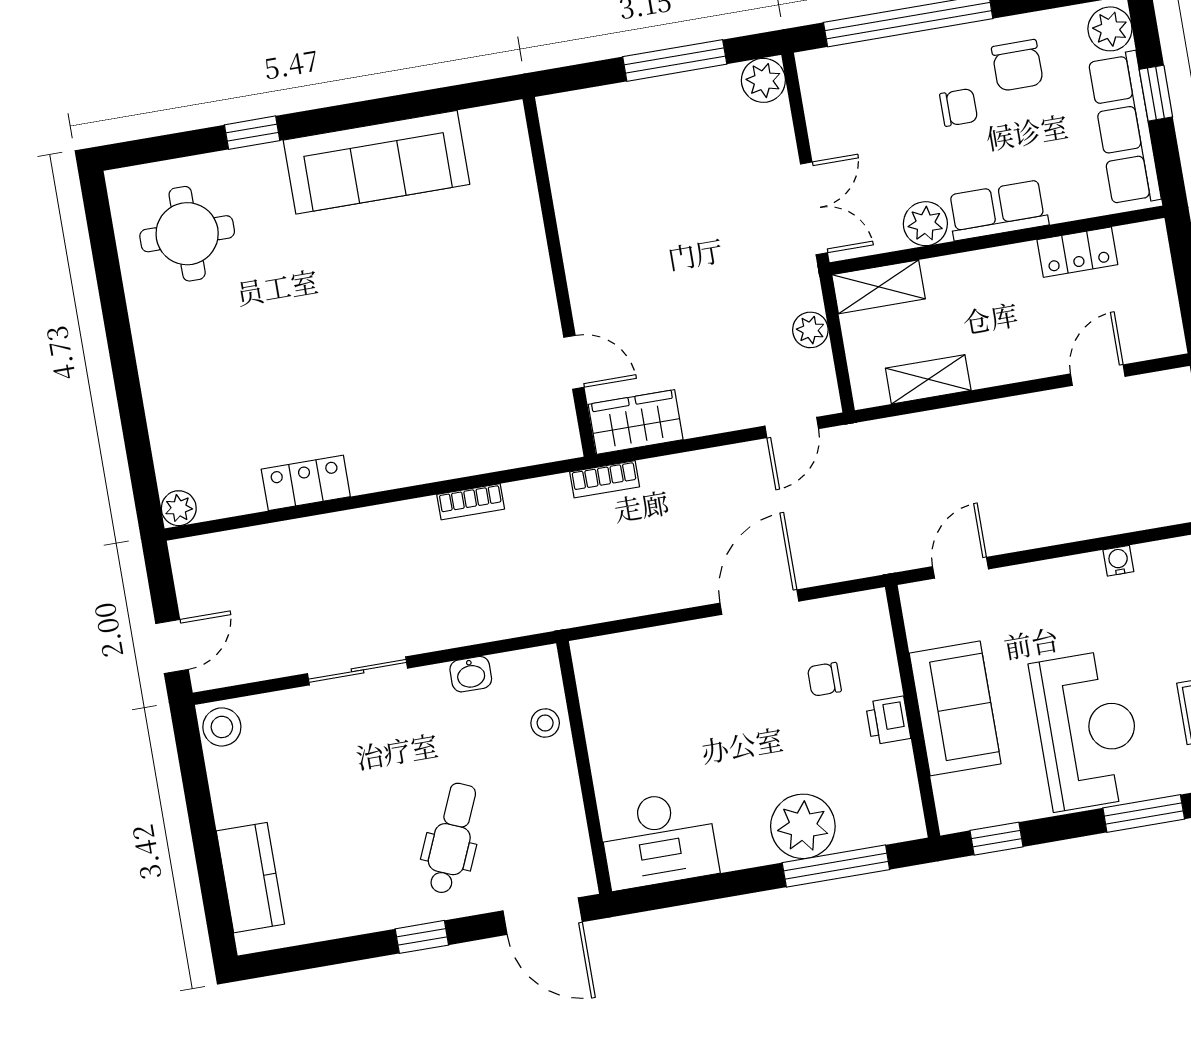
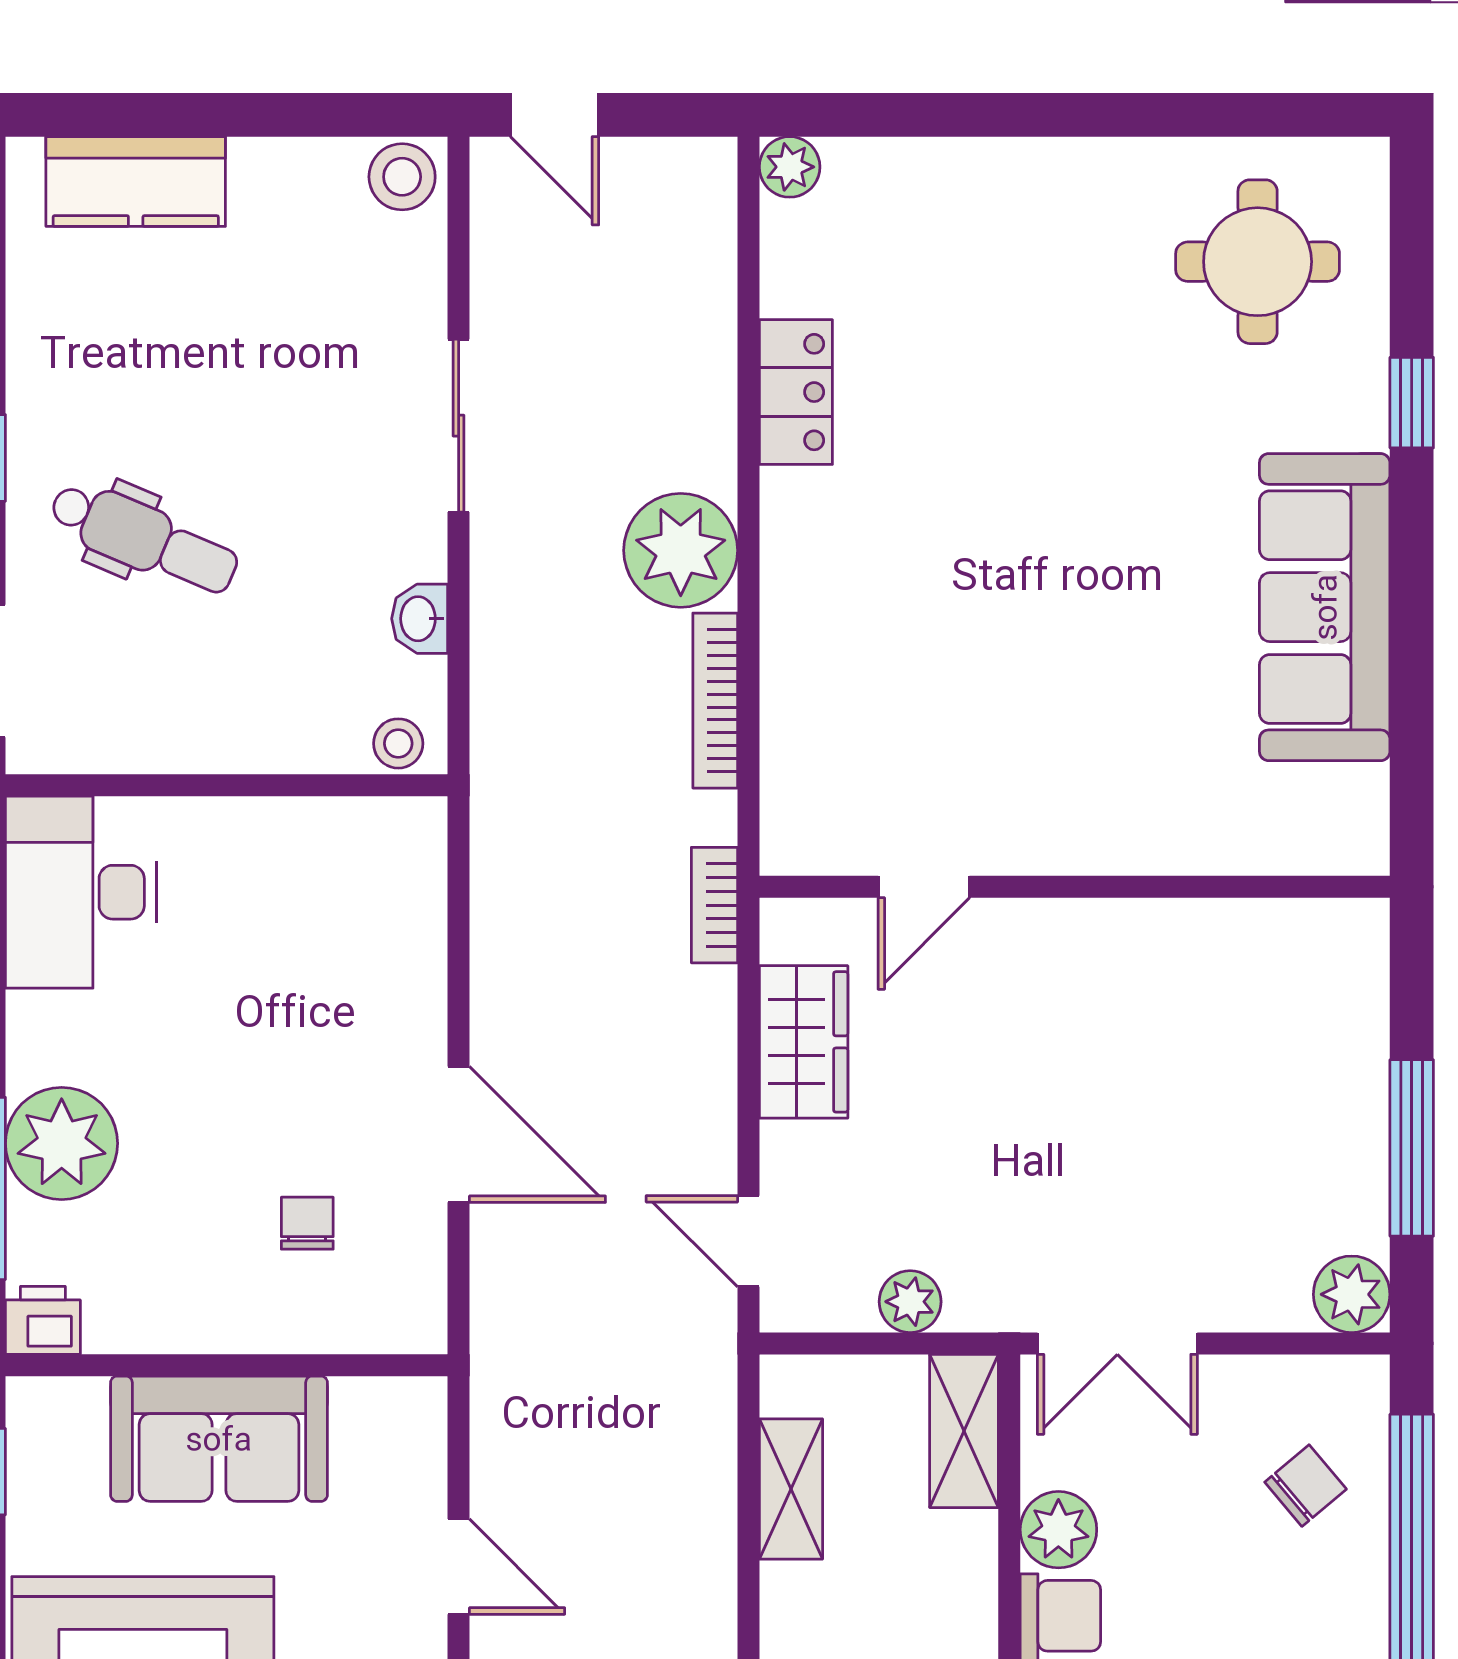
chair: (959, 107) -> (1306, 1486), moved, turned -130
wardrobe: (636, 422) -> (804, 1042), moved
bookcase: (471, 502) -> (715, 701), width x1.56
plant: (407, 533) -> (681, 550), added
door: (960, 568) -> (459, 1567), moved
printer: (888, 720) -> (43, 1320), moved
stool: (545, 723) -> (398, 743), moved

